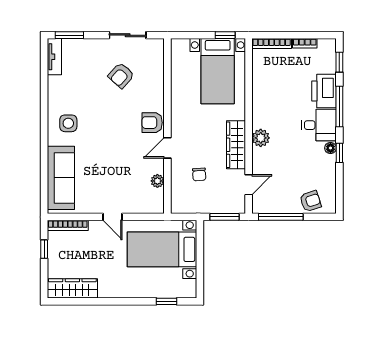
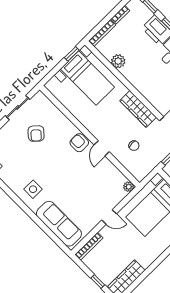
armchair: (152, 123) -> (79, 143), turned 90
plant: (261, 138) -> (118, 61), moved
plant: (157, 181) -> (129, 187), moved
window: (44, 249) -> (98, 282), moved

